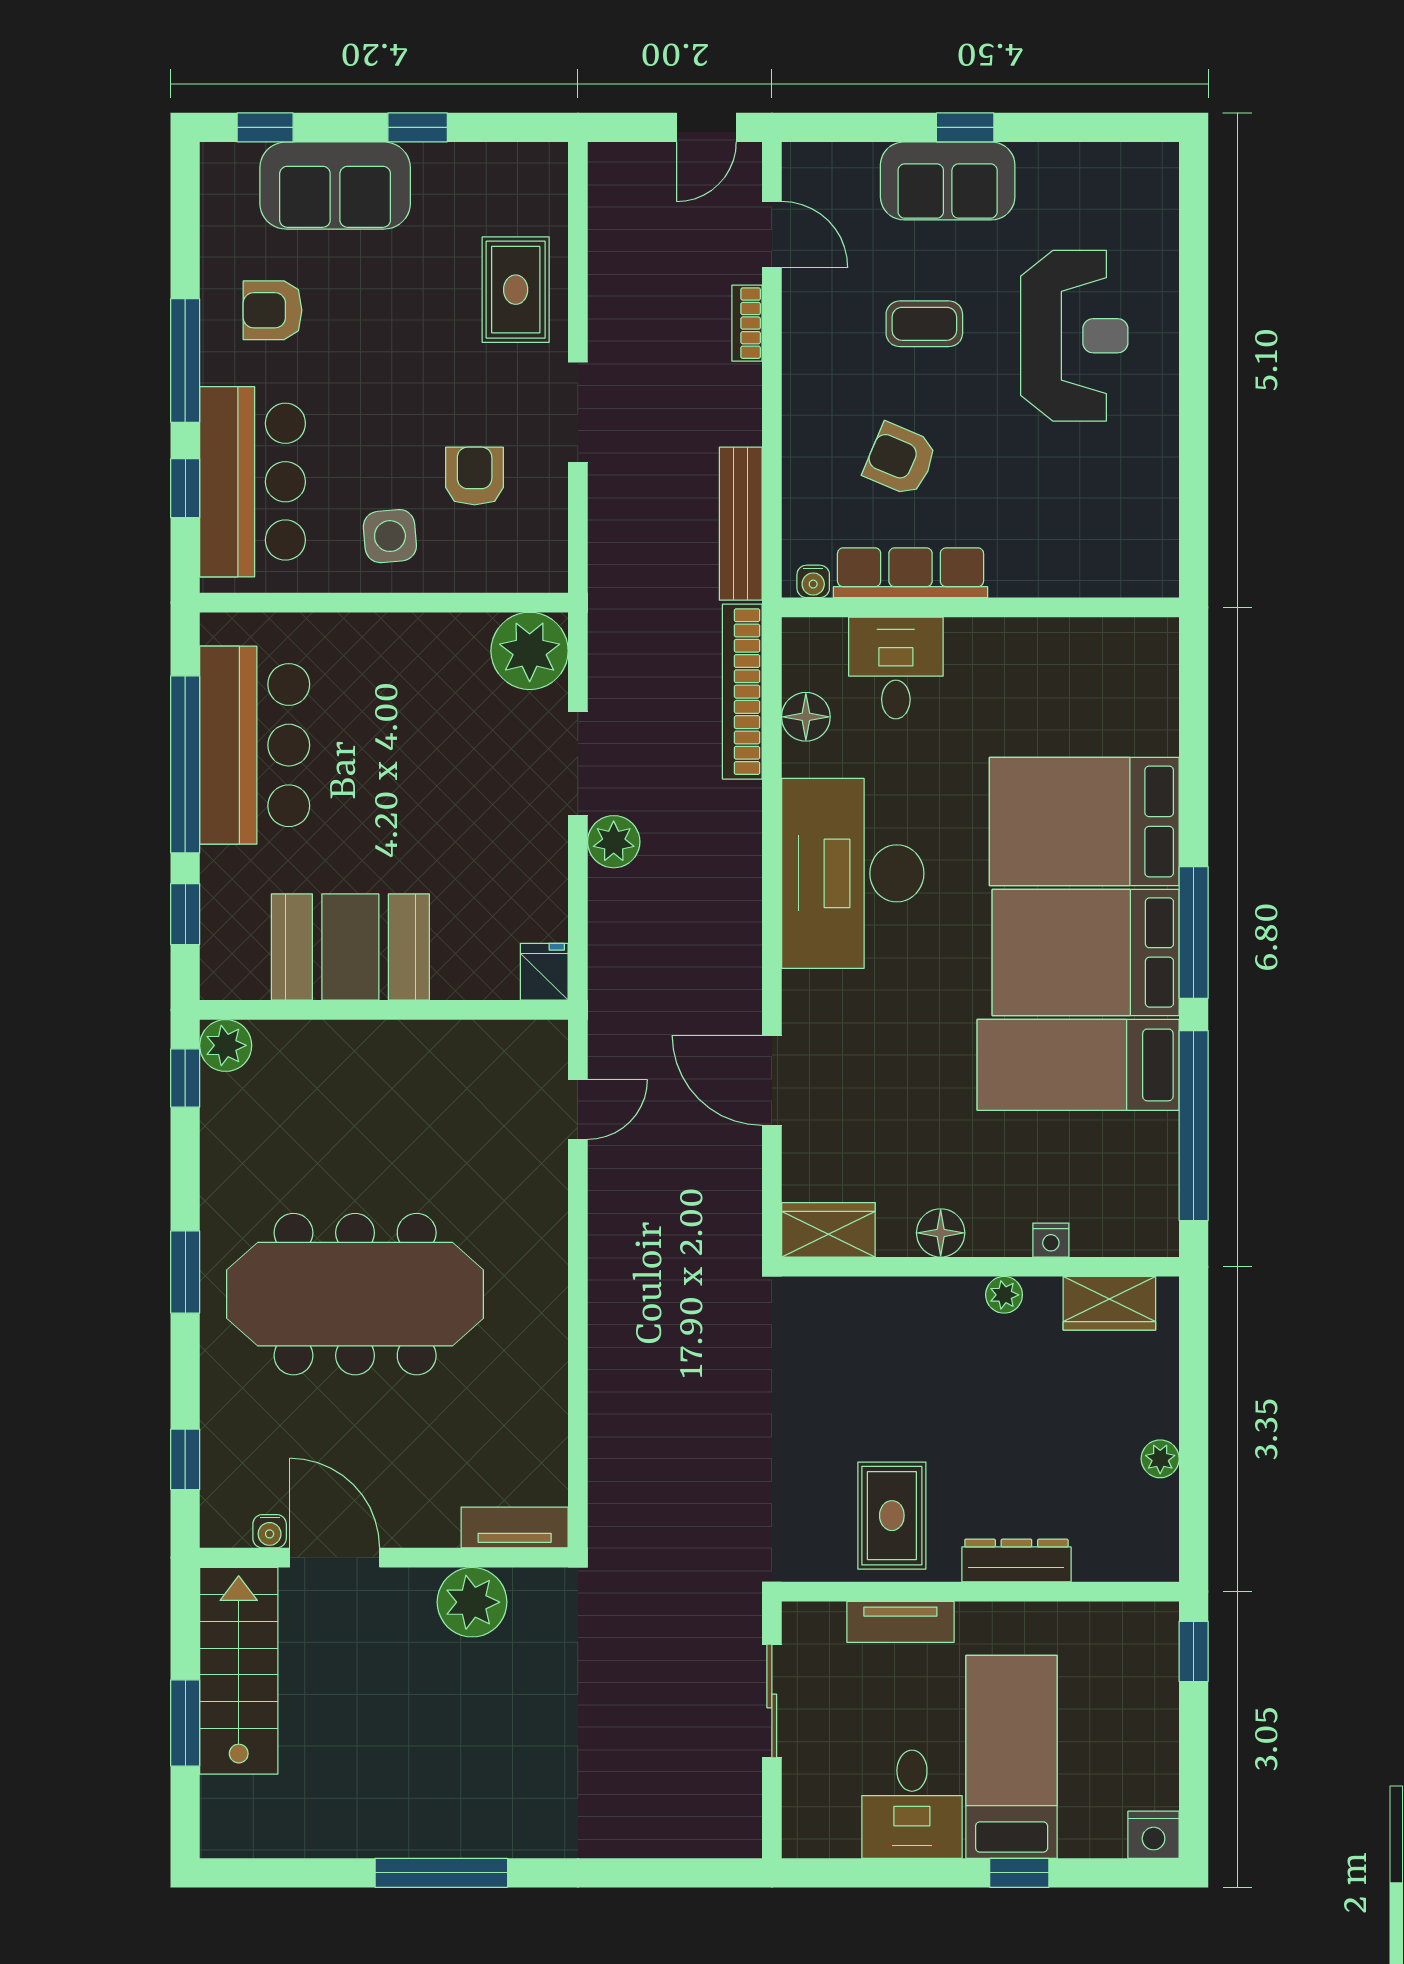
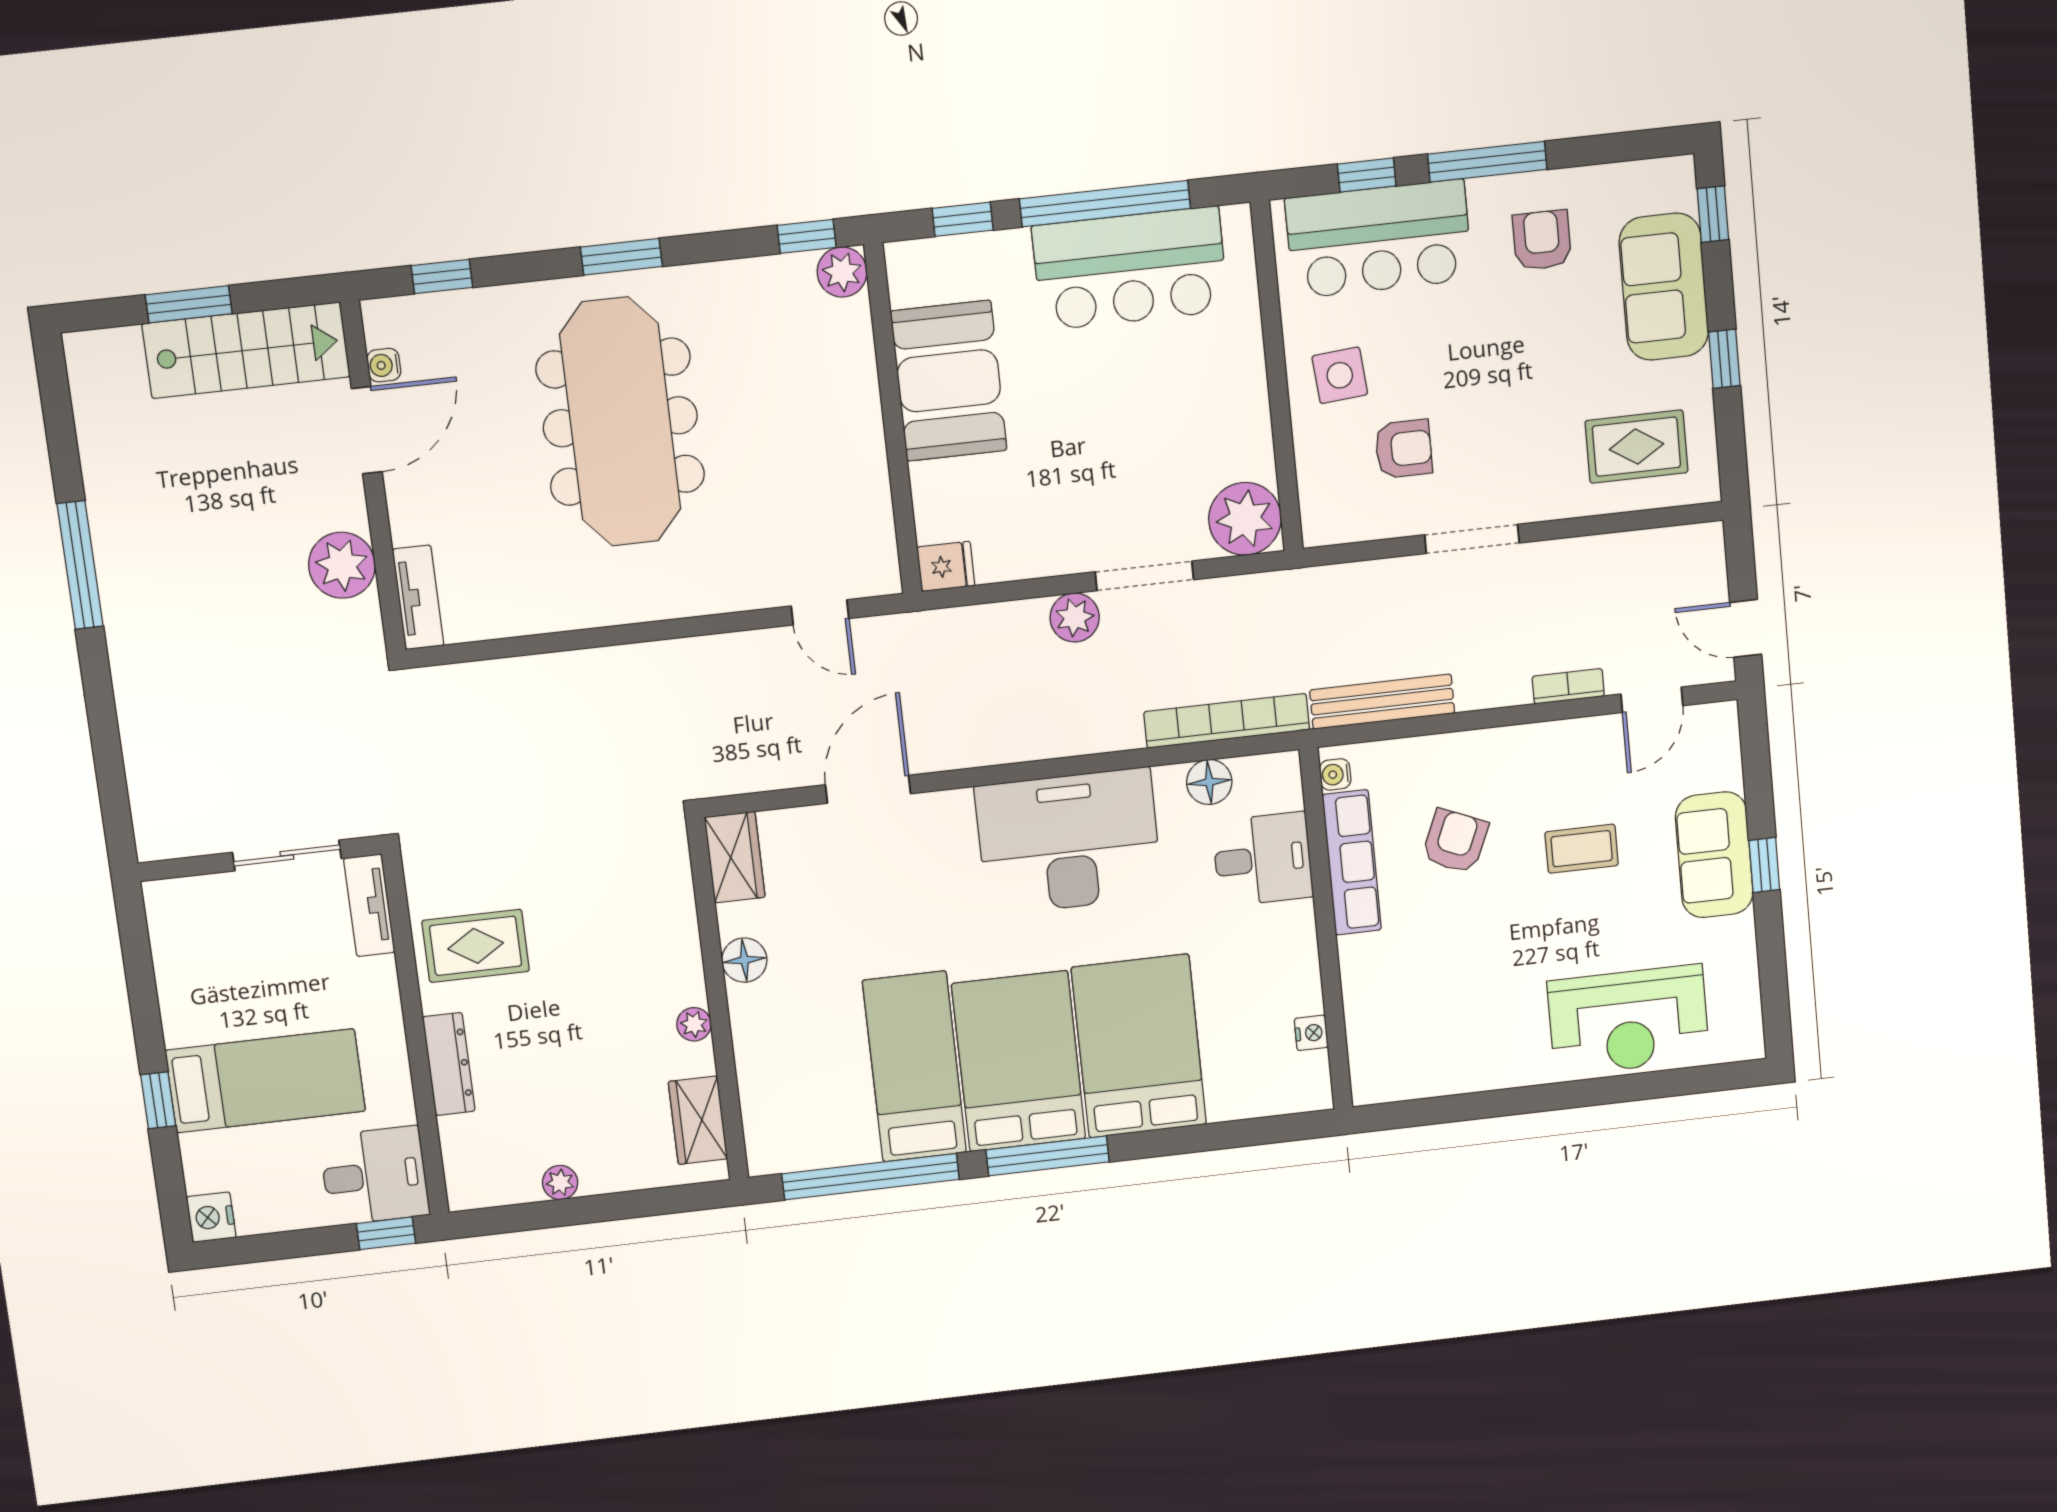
rug: (516, 290) -> (1636, 447), moved
coffee table: (924, 324) -> (1582, 849), turned 90
reception desk: (1074, 336) -> (1628, 1020), moved
nightstand: (1051, 1240) -> (1311, 1033), moved, turned 180
tv unit: (900, 1622) -> (369, 905), moved
desk: (912, 1804) -> (374, 1176), moved, turned 180

